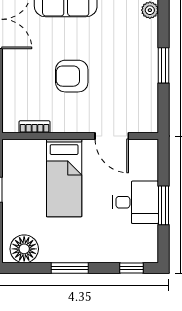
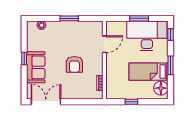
bed: (64, 178) -> (149, 72), moved, turned 180
desk: (135, 202) -> (147, 36), width x1.87, depth x1.30

